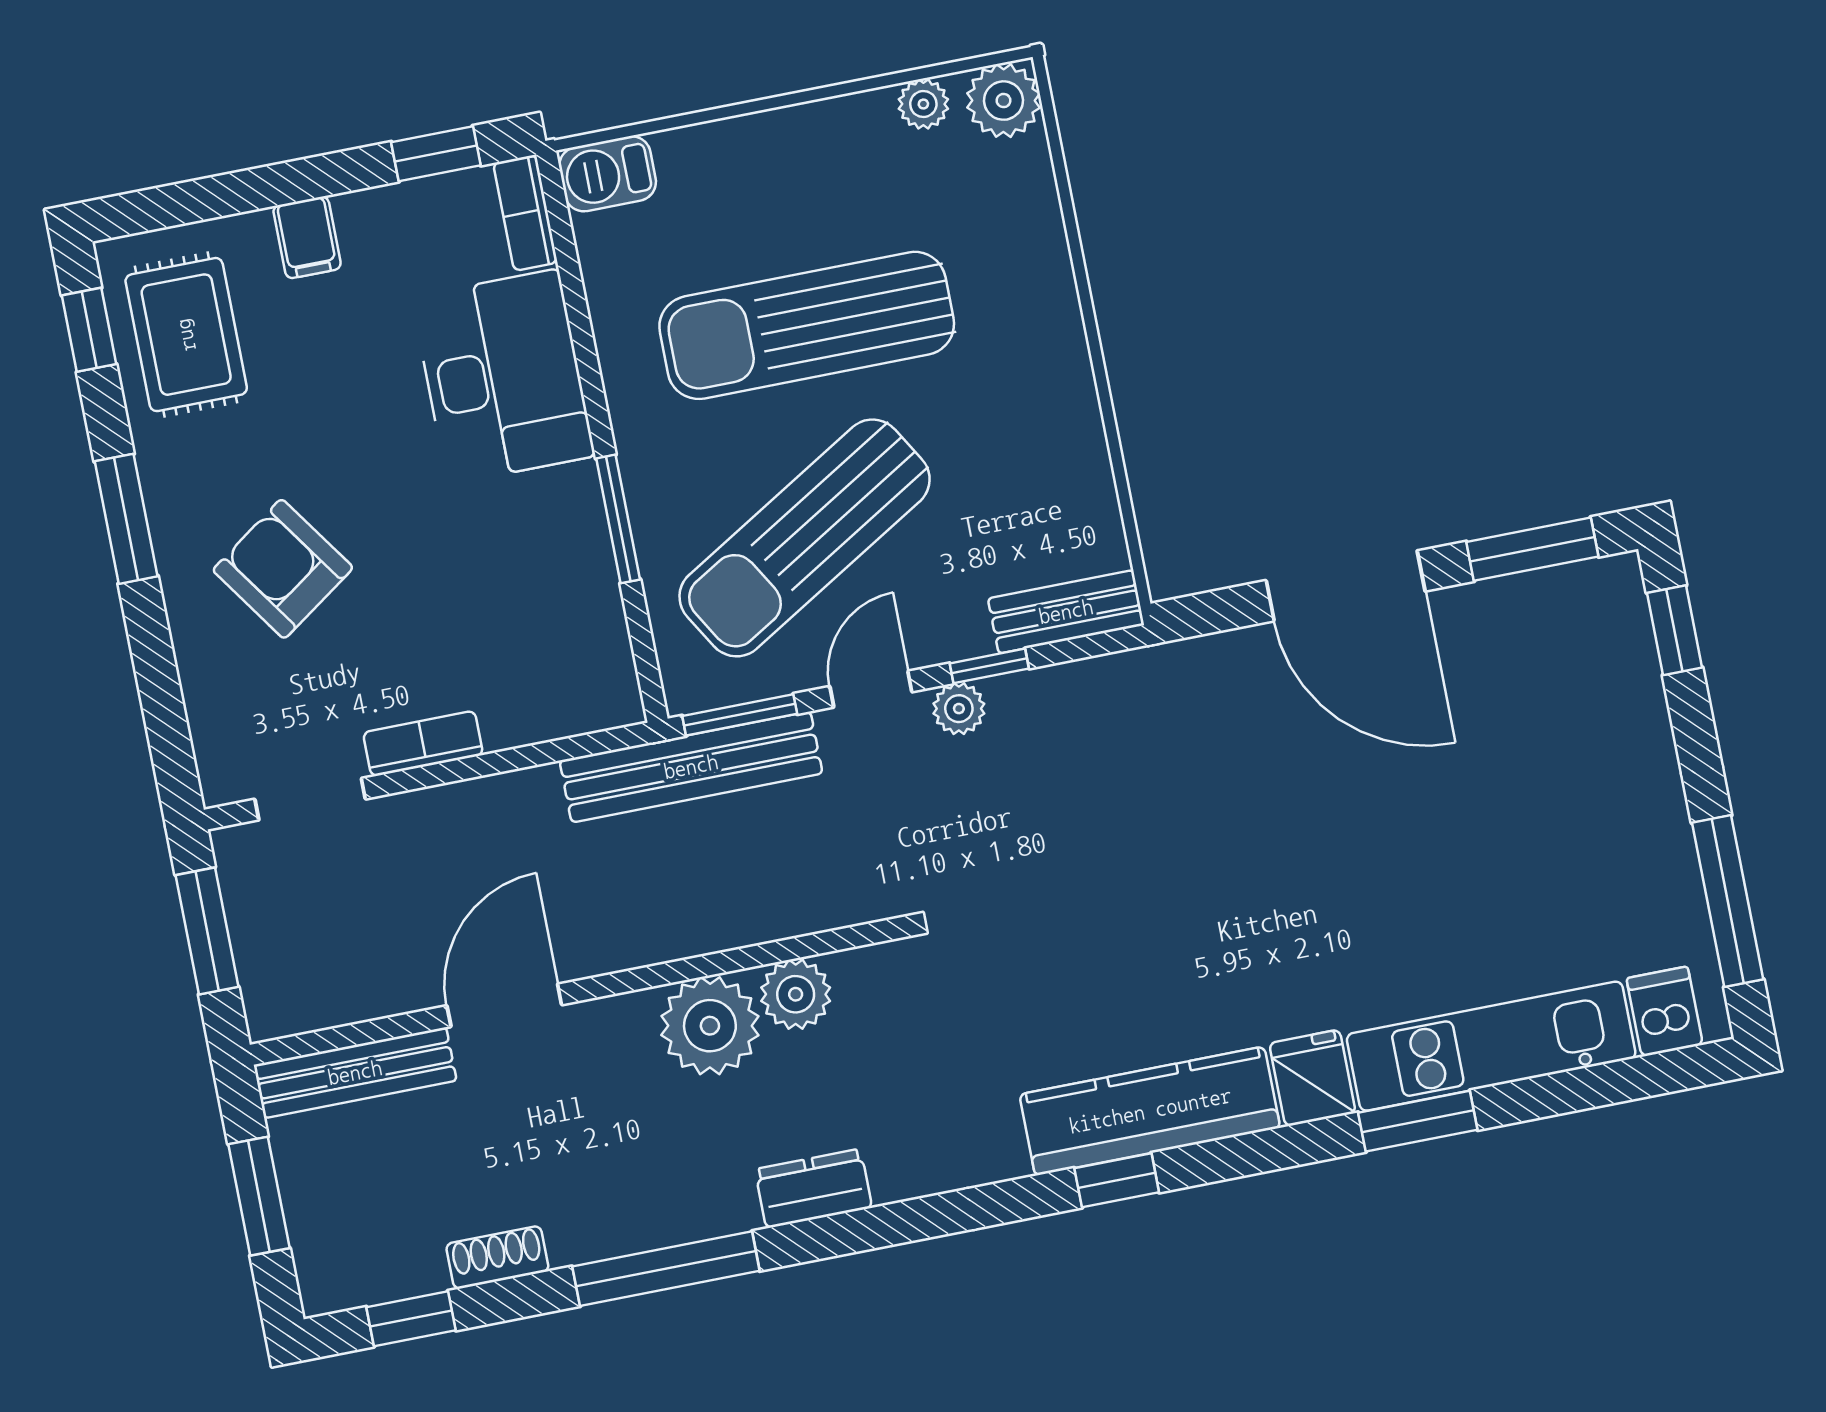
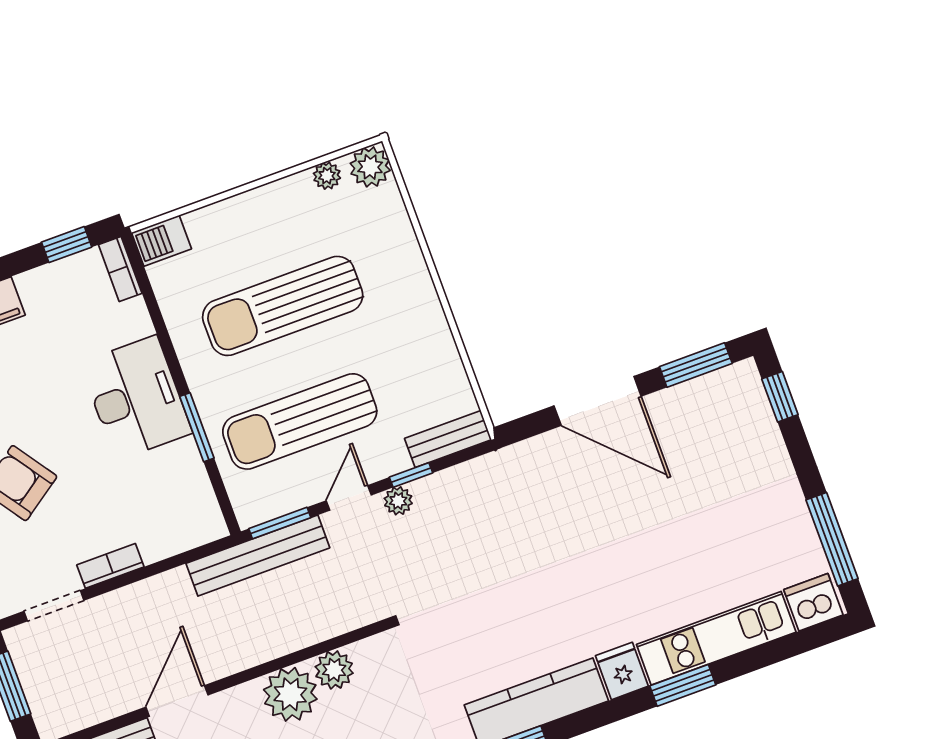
desk: (503, 377) -> (136, 398), moved
sun lounger: (805, 538) -> (300, 421), turned 31
dishwasher: (1665, 1011) -> (813, 602), width x1.38

